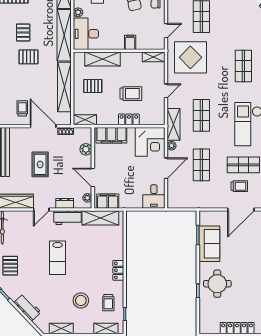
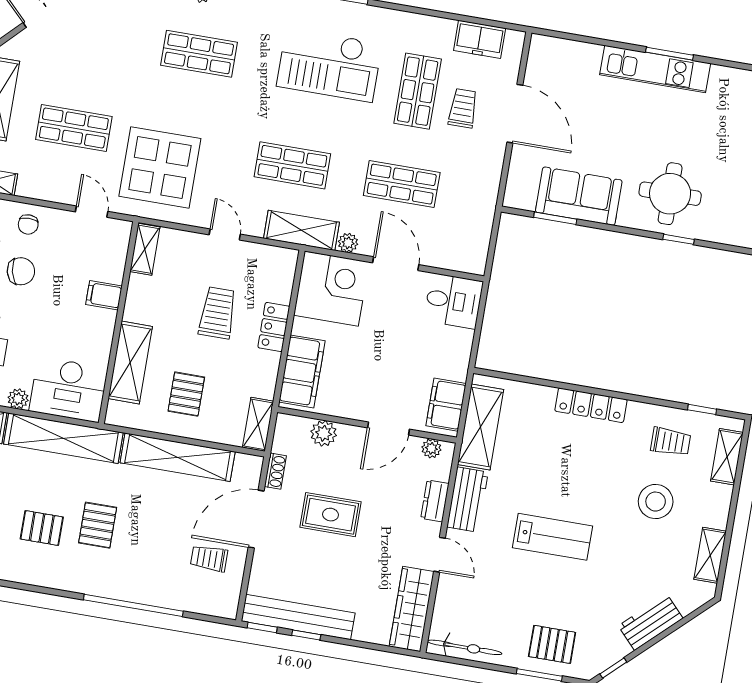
rug: (40, 164) -> (331, 515), moved
locker: (118, 270) -> (591, 405), width x1.53

